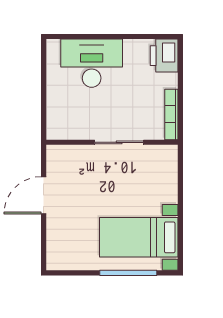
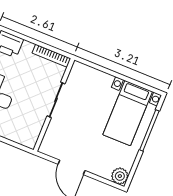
plant: (57, 259) -> (120, 176), added

